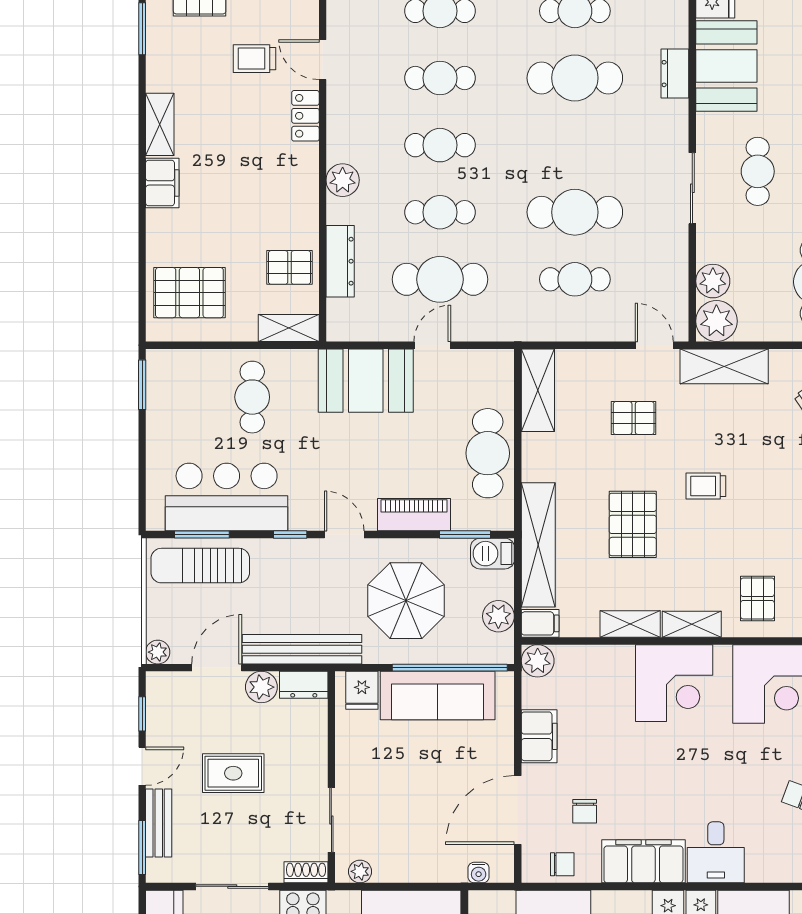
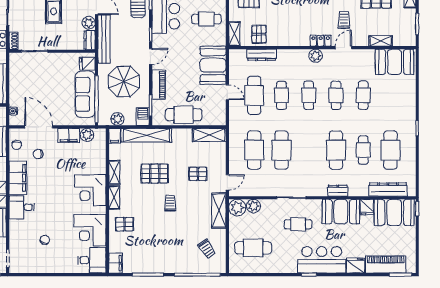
plant: (343, 180) -> (316, 56), moved
cafe table: (575, 279) -> (254, 150), width x1.37, depth x1.35
pallet: (634, 418) -> (198, 174), turned 90
plant: (538, 661) -> (87, 135), moved
plant: (360, 871) -> (14, 63), removed

